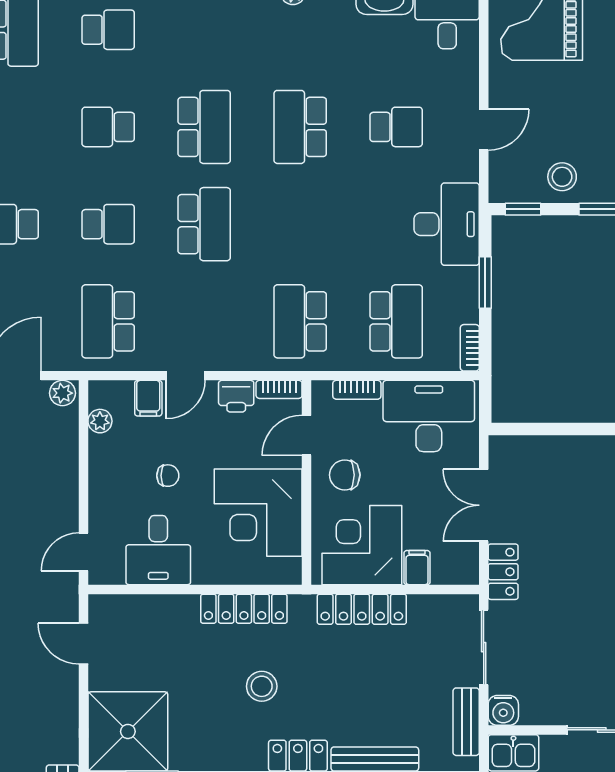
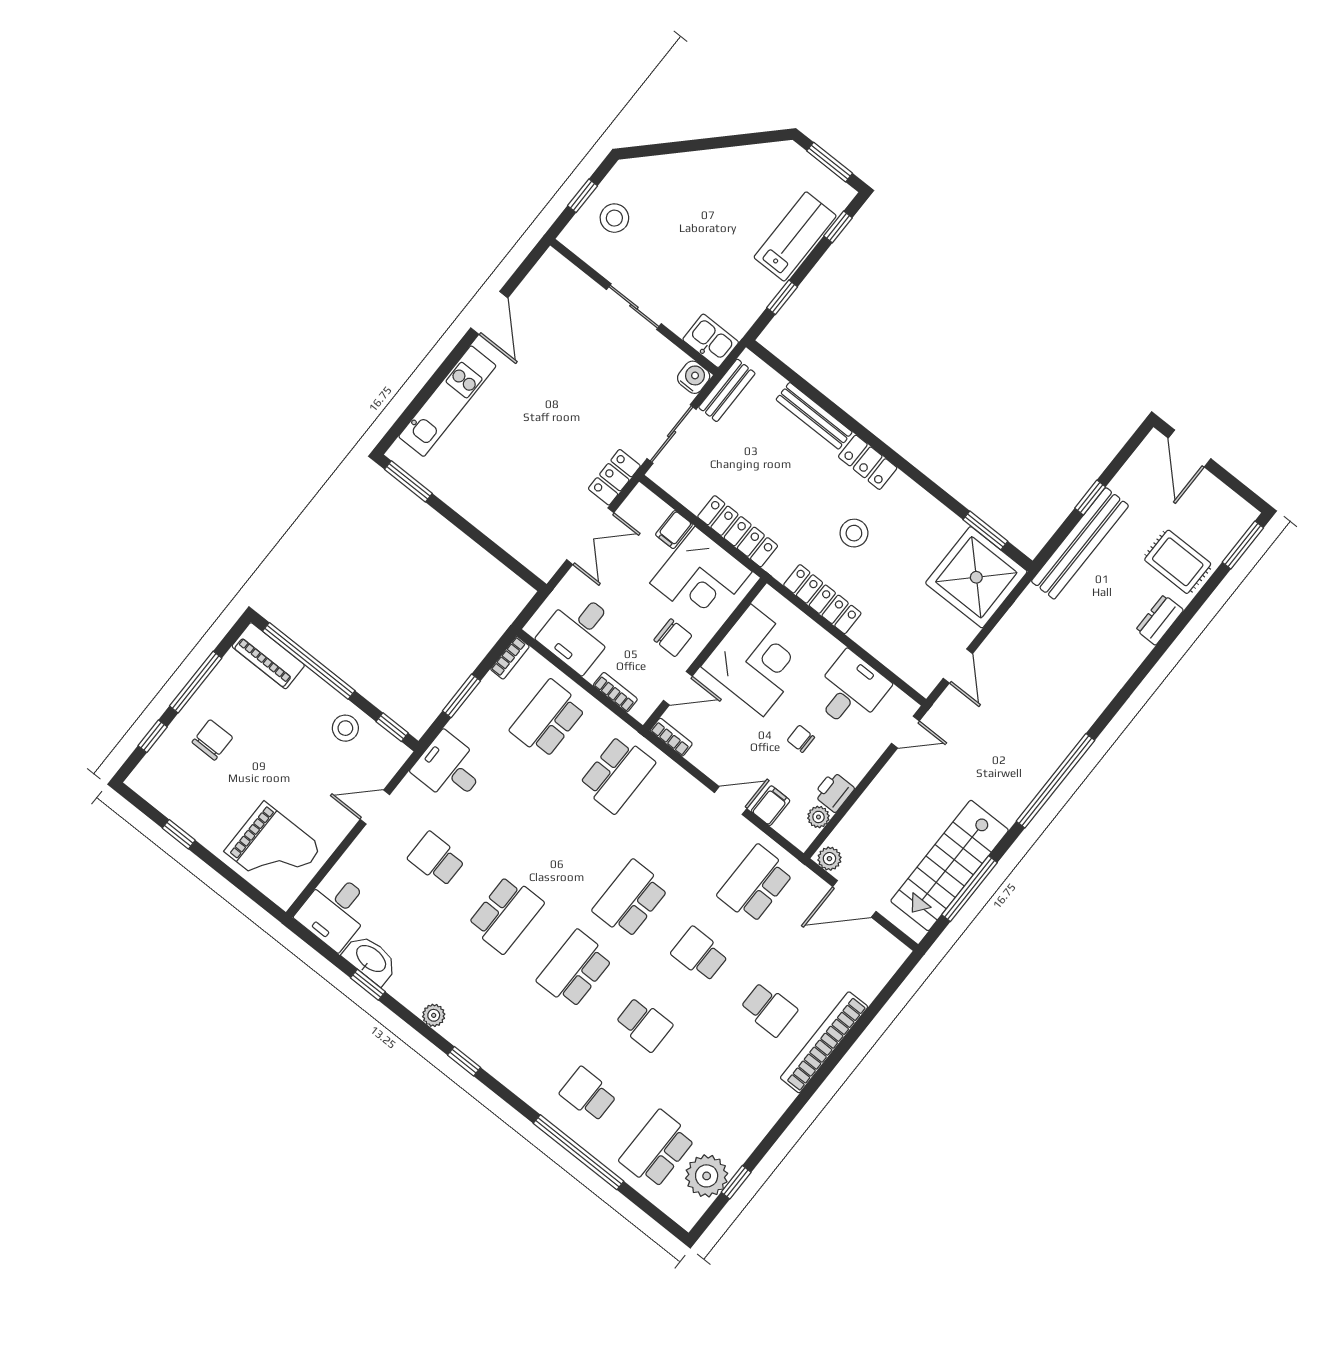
desk: (447, 224) -> (449, 768), width x0.73
school desk: (108, 321) -> (755, 884), turned 180
printer: (236, 396) -> (834, 792), moved, turned -90
desk: (429, 416) -> (579, 632), width x0.73

